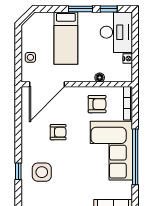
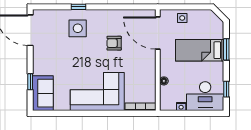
window: (81, 9) -> (226, 49), moved
armchair: (97, 104) -> (140, 79), removed
armchair: (58, 132) -> (114, 43), turned 90
window: (135, 157) -> (92, 113), removed

